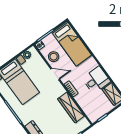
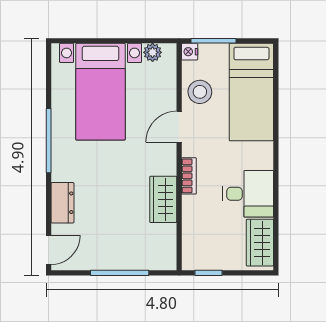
door: (55, 74) -> (179, 127), swing flipped
wardrobe: (71, 107) -> (163, 199), width x0.67

